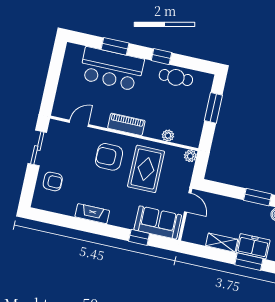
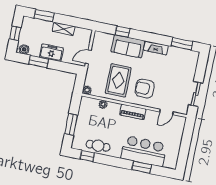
window: (161, 57) -> (87, 156), moved
armchair: (109, 157) -> (145, 89), turned 180
armchair: (53, 181) -> (184, 70), removed
door: (188, 202) -> (88, 57), hinge flipped
window: (56, 219) -> (182, 44), added
sofa: (158, 222) -> (128, 46), moved
freezer: (253, 246) -> (51, 53), moved, turned 180

